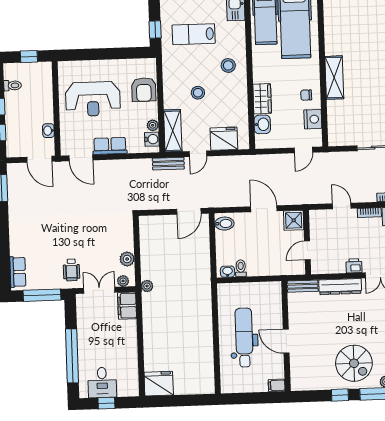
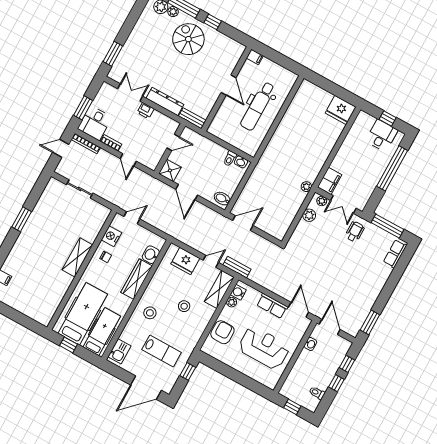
wardrobe: (262, 99) -> (137, 279), width x1.50

